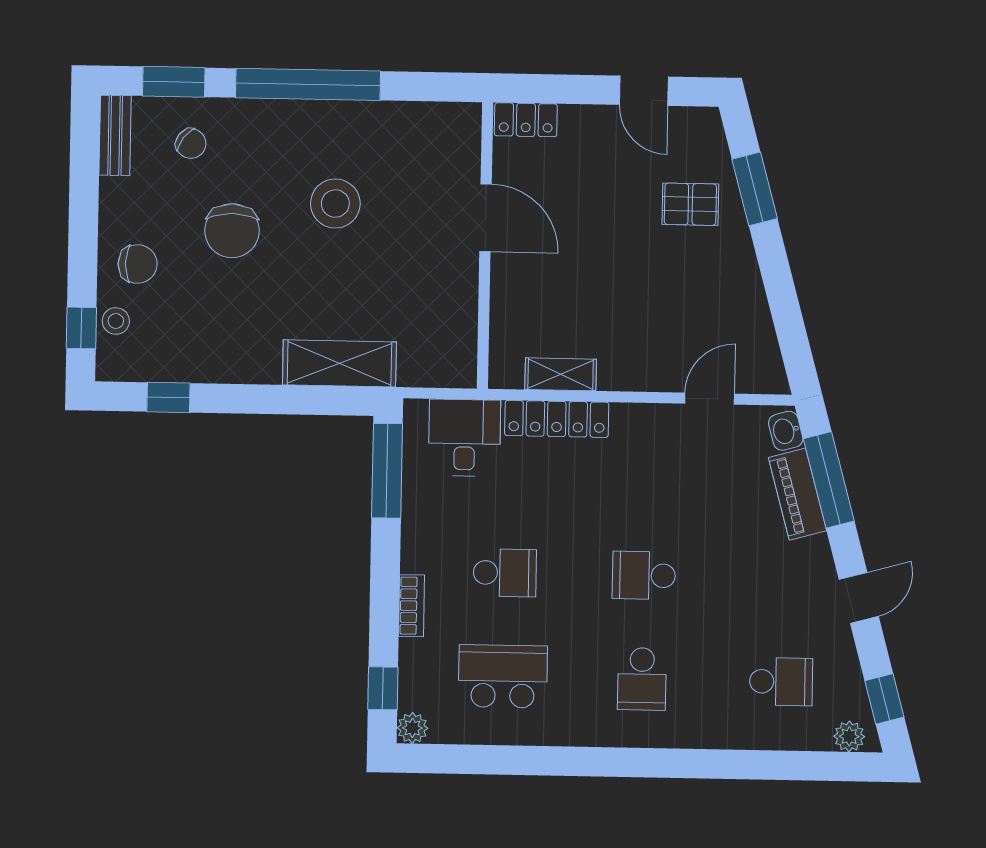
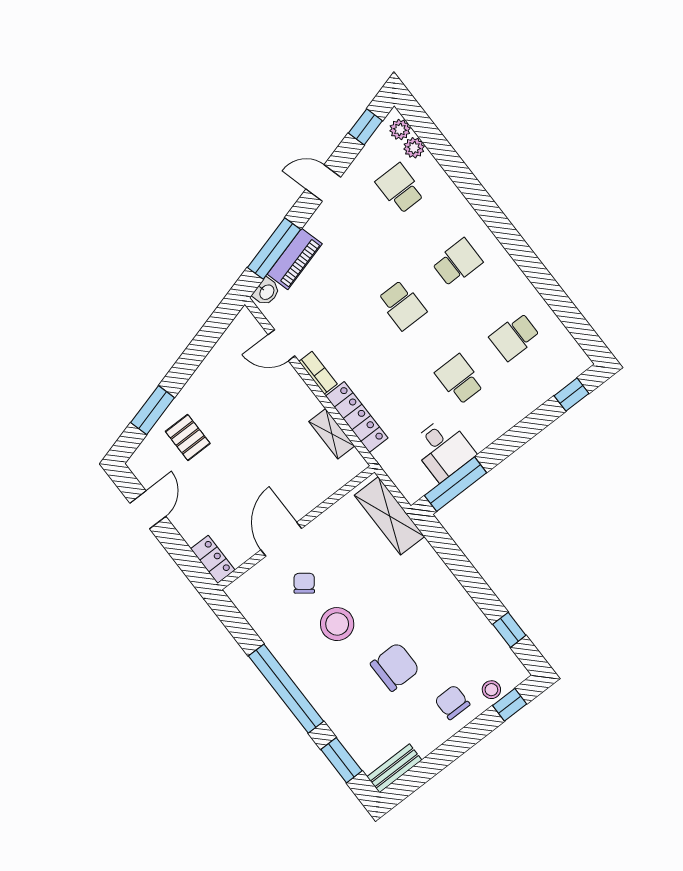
chair: (191, 144) -> (304, 583), moved
shelving: (339, 363) -> (389, 516), moved
desk: (464, 438) -> (443, 449), moved, turned -90
bookcase: (412, 606) -> (318, 373), moved, turned 90
school desk: (503, 676) -> (515, 337), width x0.54
plant: (412, 728) -> (414, 148), moved

